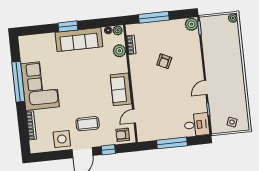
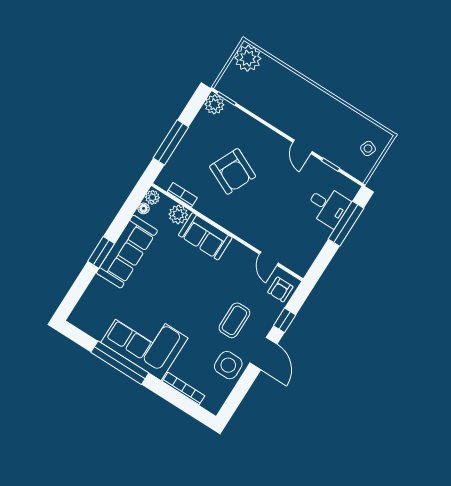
plant: (233, 18) -> (248, 58), width x1.87, depth x1.87
armchair: (164, 61) -> (233, 171), width x1.88, depth x1.88
sofa: (121, 89) -> (205, 236), moved
desk: (197, 125) -> (328, 206), moved, turned 90
window: (172, 143) -> (346, 224), moved

